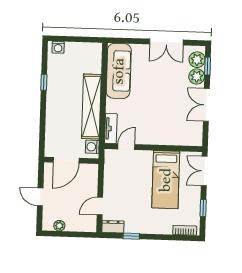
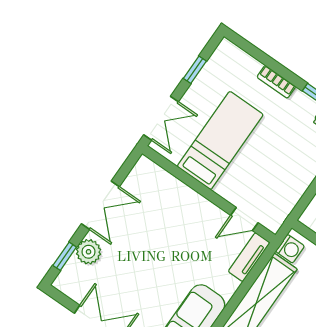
plant: (197, 60) -> (73, 274), removed
bookcase: (185, 230) -> (276, 82), moved

